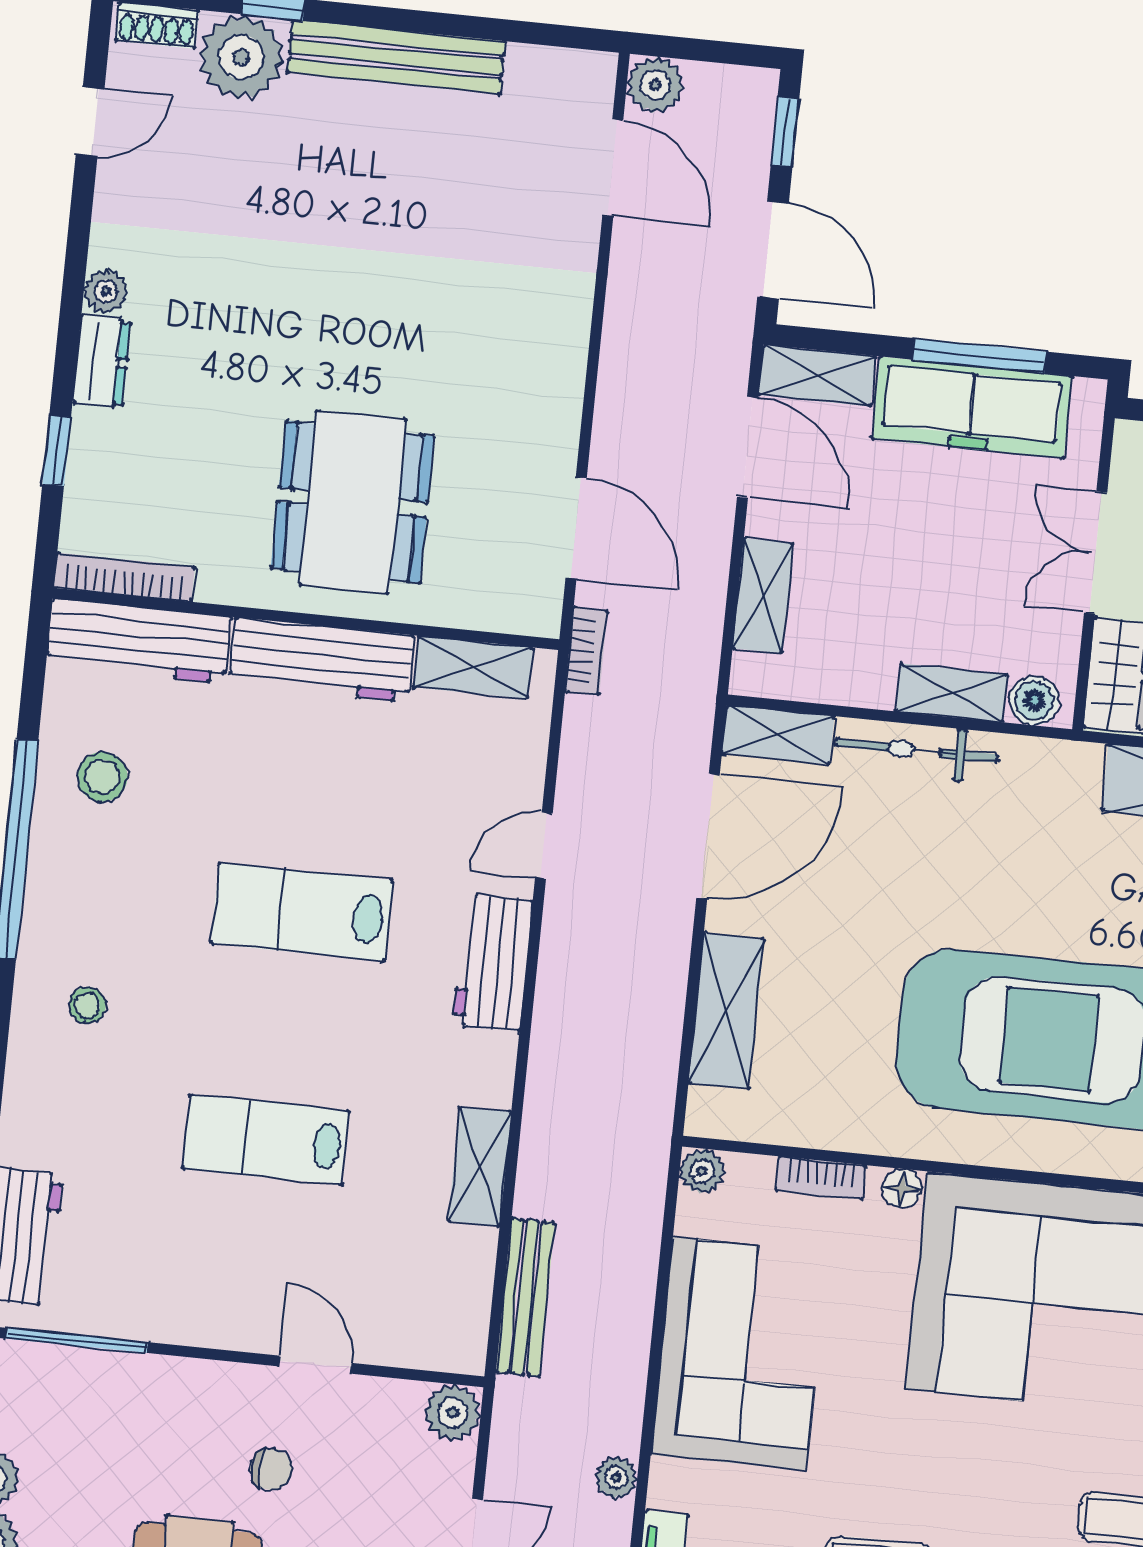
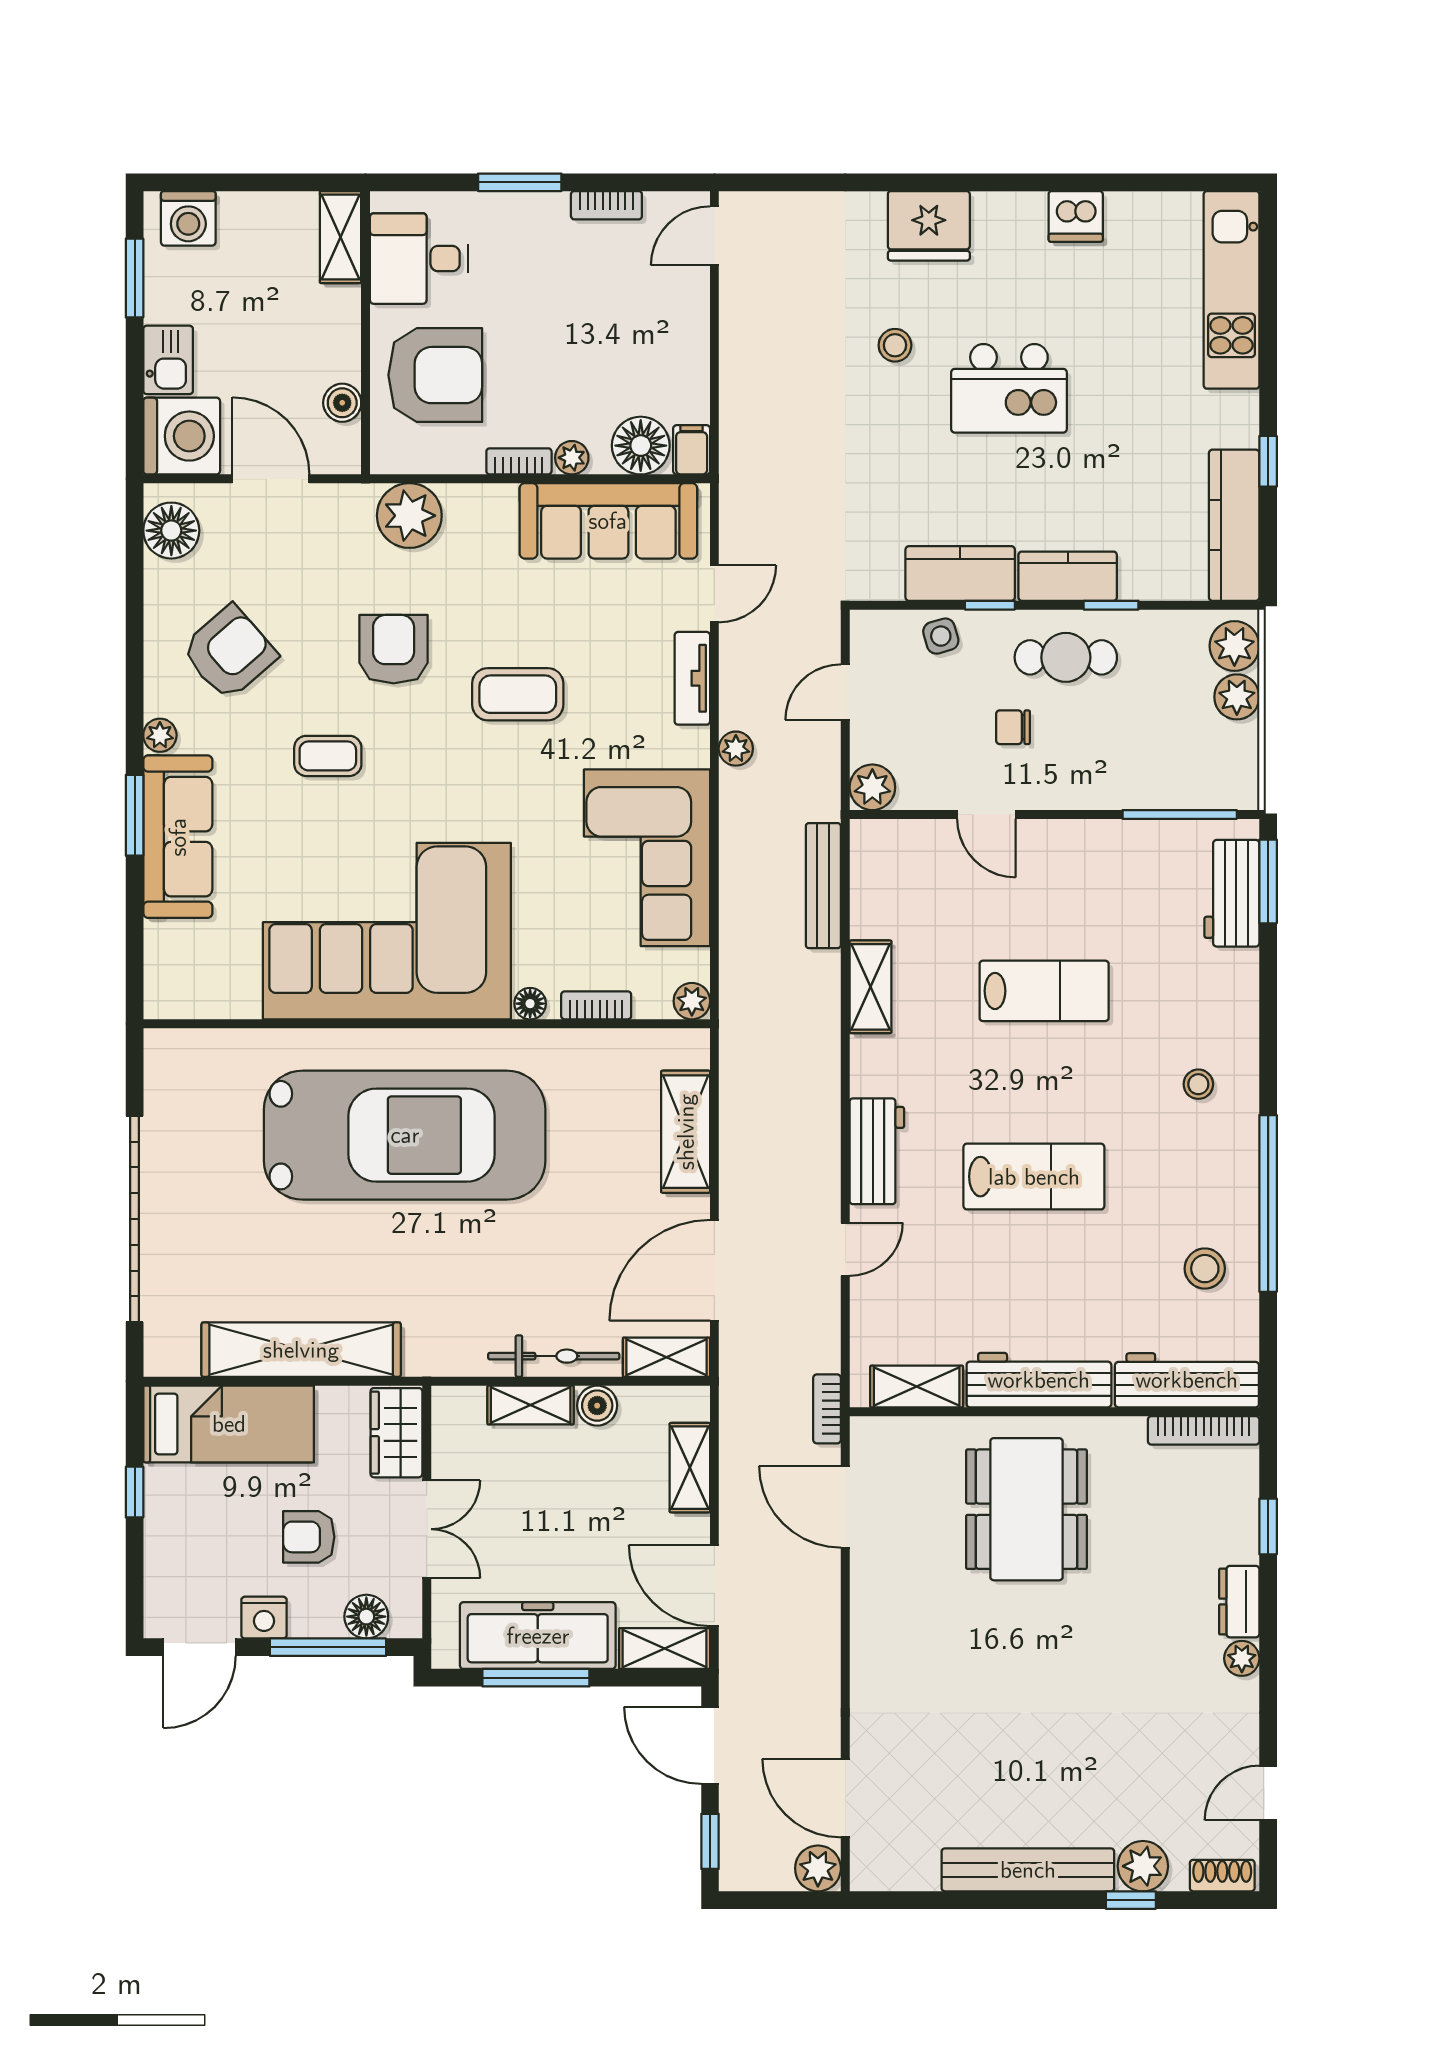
plant: (241, 57) -> (1143, 1866), width x0.73, depth x0.73
boiler: (1034, 701) -> (597, 1406), moved

